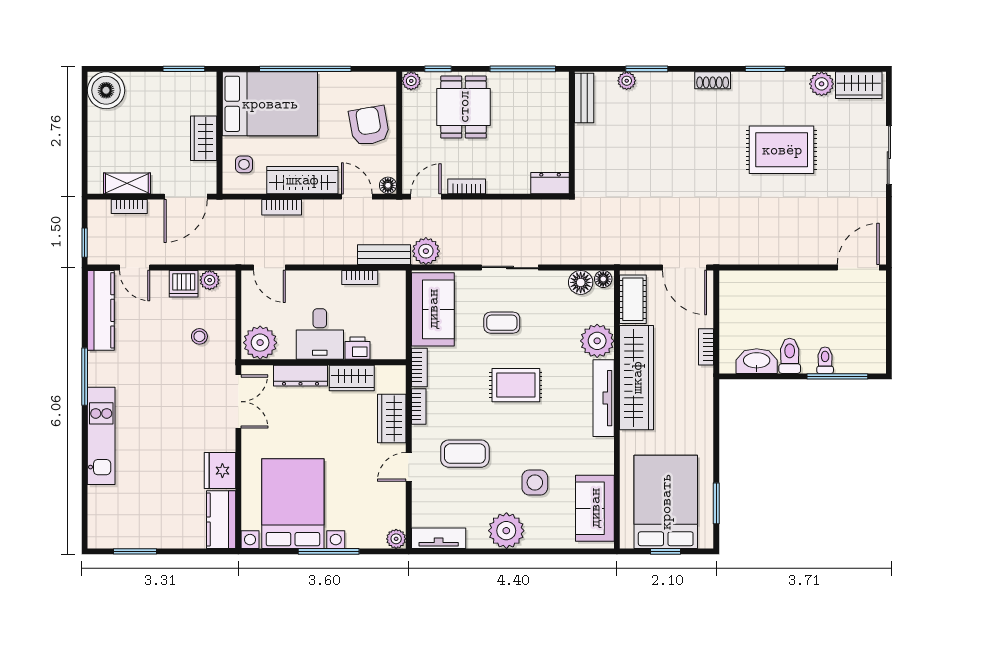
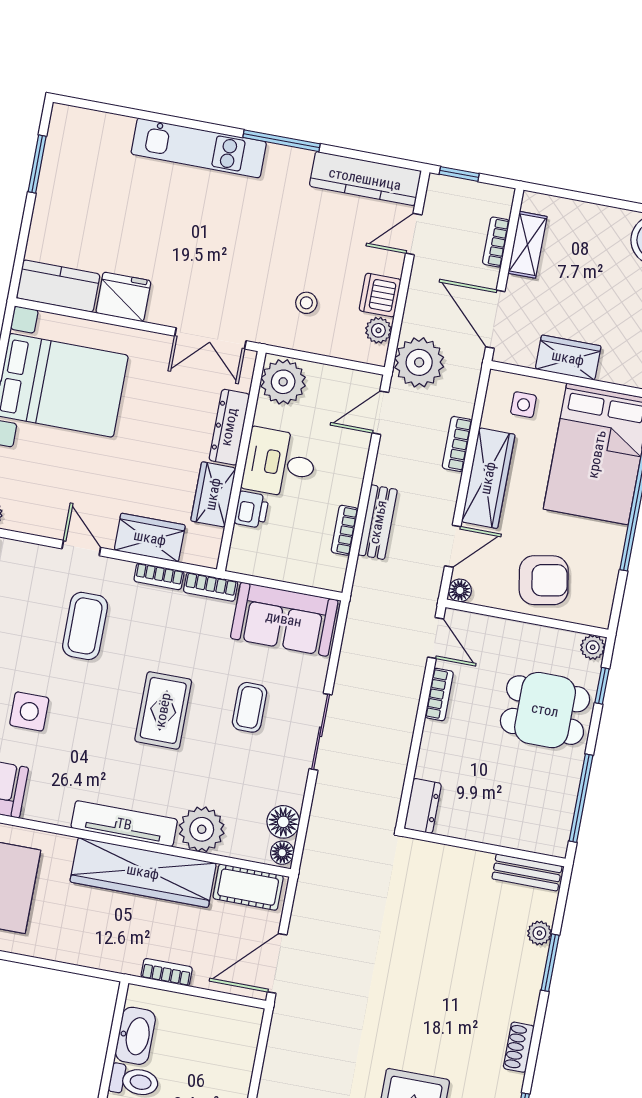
plant: (426, 251) -> (419, 362), moved, width x1.36, depth x1.36
bench: (384, 255) -> (378, 522), moved

